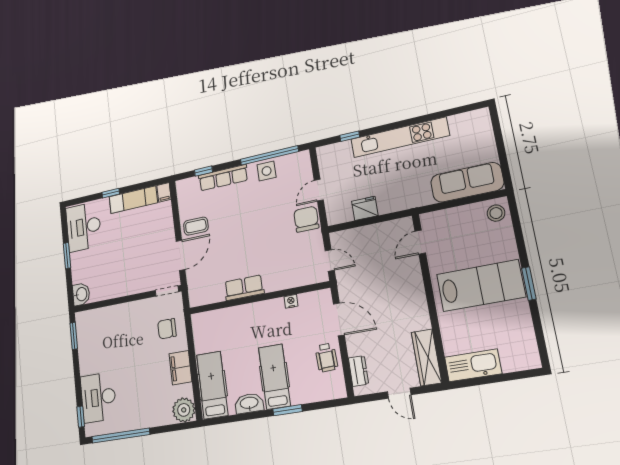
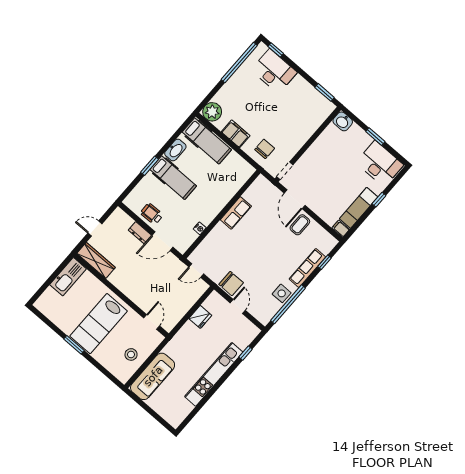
stool: (496, 213) -> (131, 354), moved
dresser: (358, 371) -> (140, 233), moved

